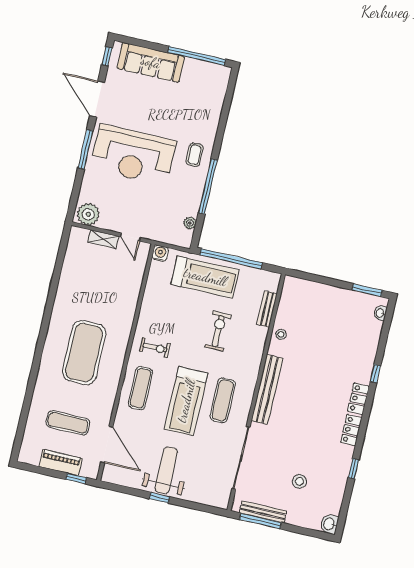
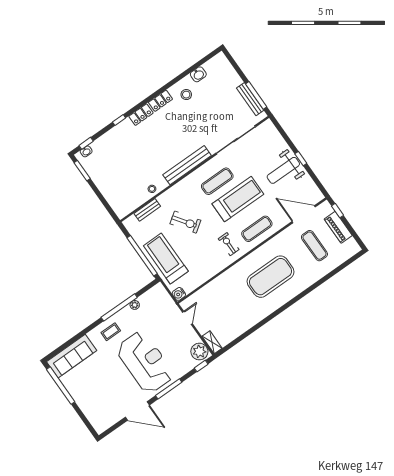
window: (107, 56) -> (201, 366), moved
sofa: (151, 62) -> (72, 356), moved, turned 90
door: (97, 99) -> (137, 411), hinge flipped
plant: (190, 223) -> (135, 305), moved
shelving: (103, 239) -> (212, 342), moved
exercise bike: (218, 331) -> (185, 222), turned -125
door: (107, 445) -> (304, 214), hinge flipped
window: (353, 469) -> (86, 143), moved
stool: (299, 481) -> (186, 95), moved
washbasin: (329, 524) -> (198, 74), moved

